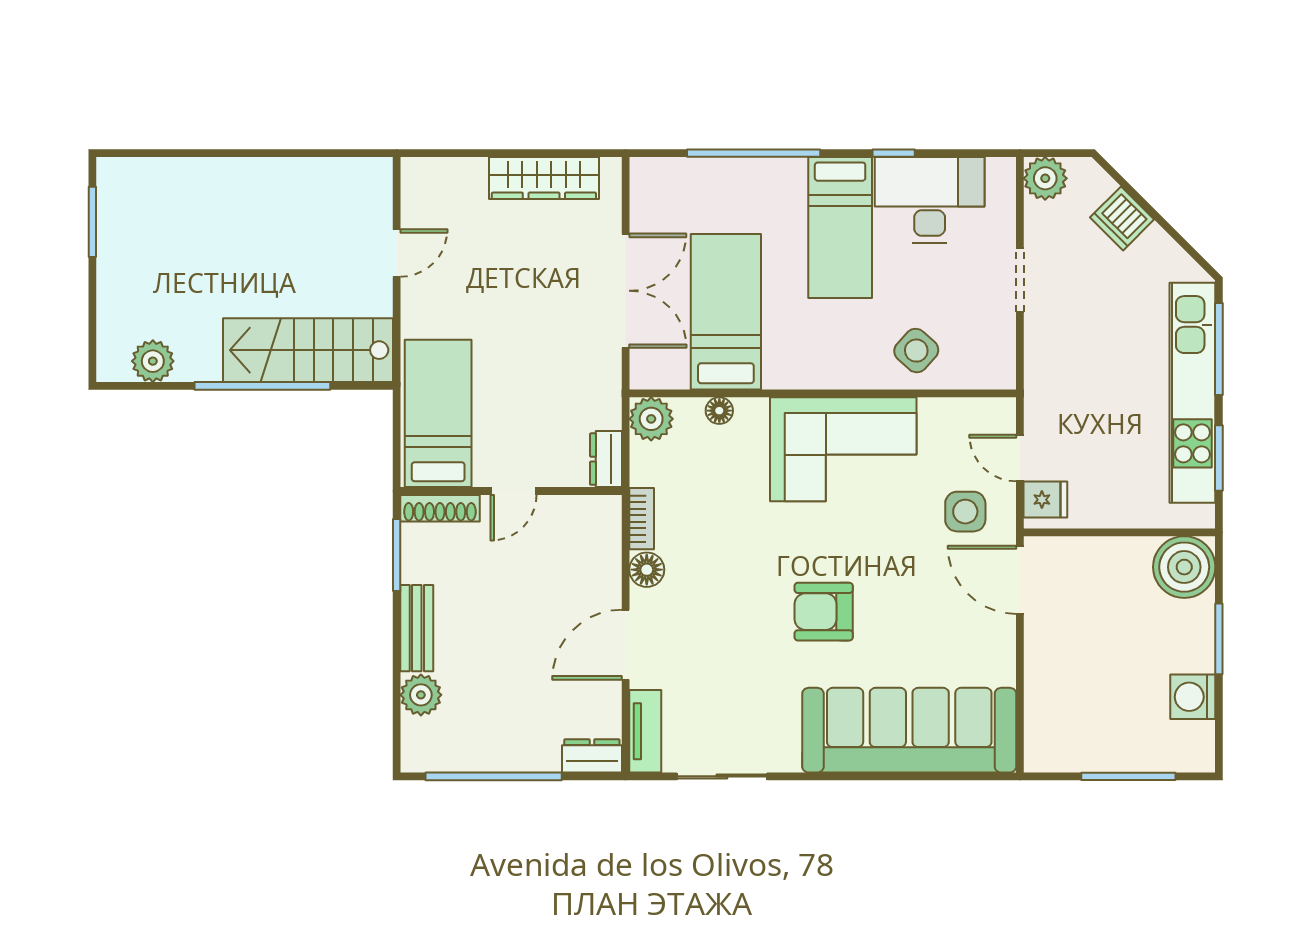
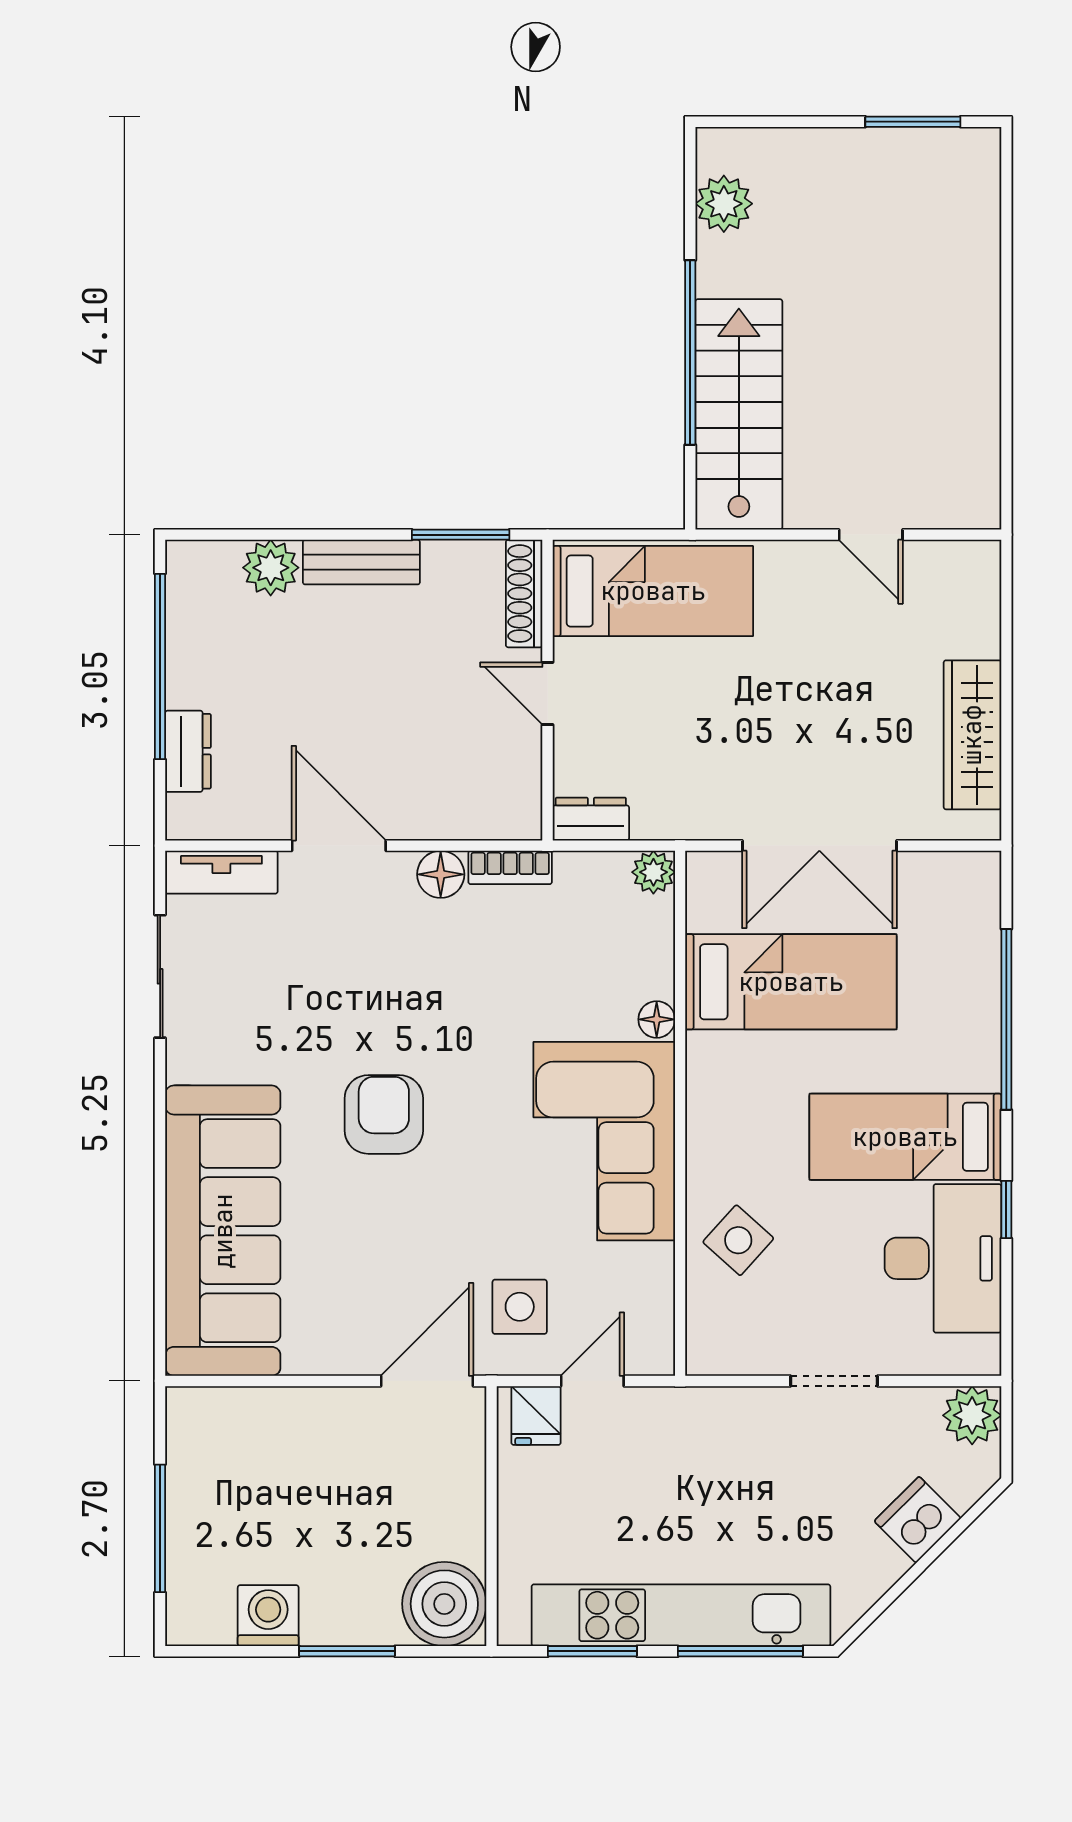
floor lamp: (719, 411) -> (657, 1019), moved
plant: (651, 419) -> (653, 872), width x0.73, depth x0.73
dresser: (592, 756) -> (188, 751), moved

